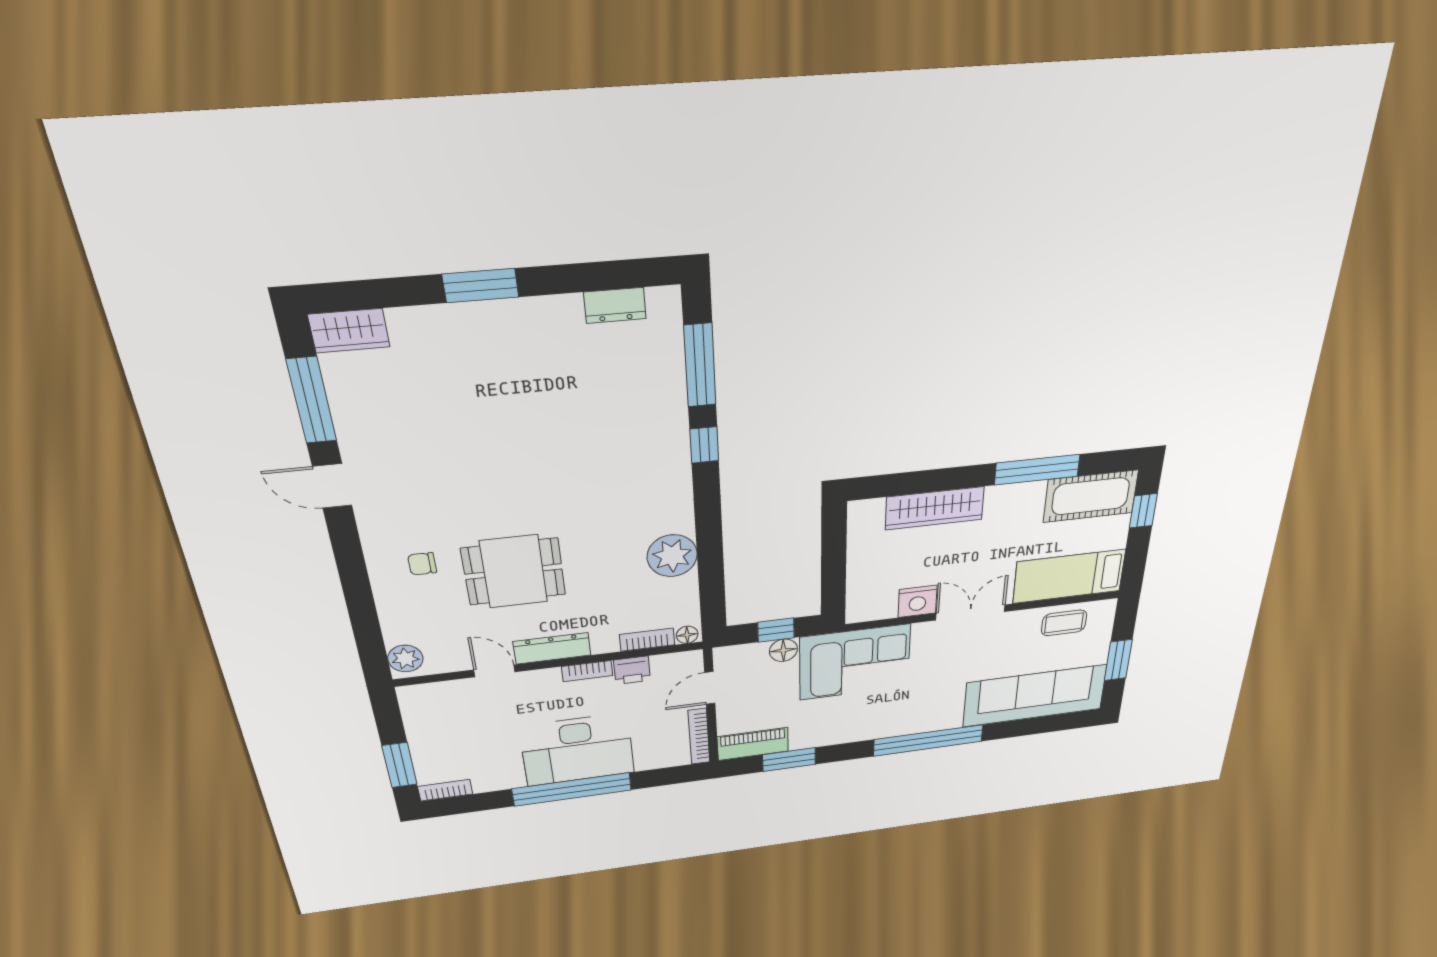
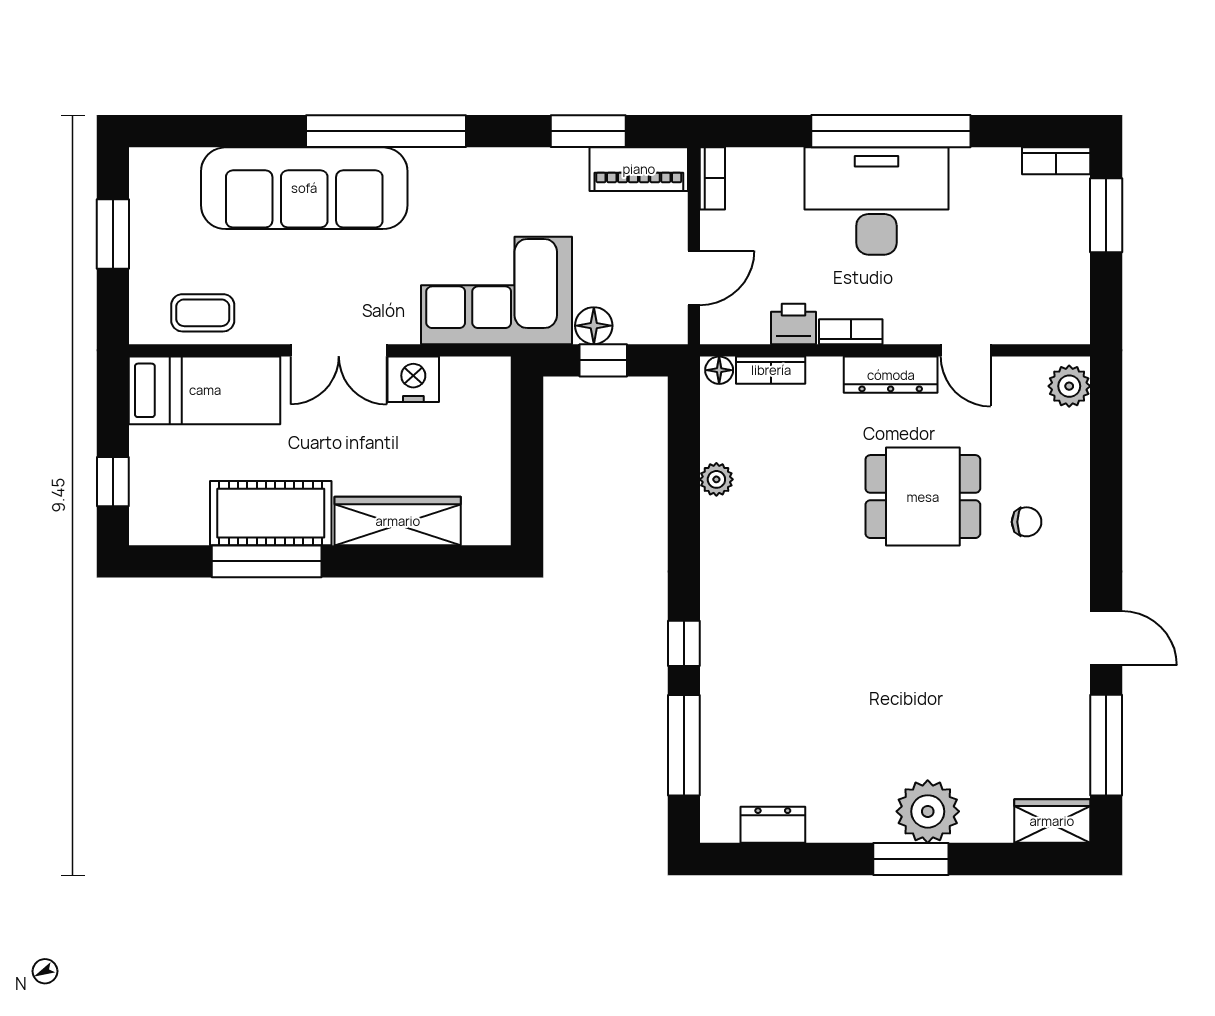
plant: (471, 329) -> (928, 811), added
cot: (1091, 496) -> (271, 513), moved
plant: (672, 556) -> (716, 479), width x0.53, depth x0.53
sofa: (1035, 696) -> (304, 188), moved
bookcase: (699, 736) -> (712, 178), width x0.64

